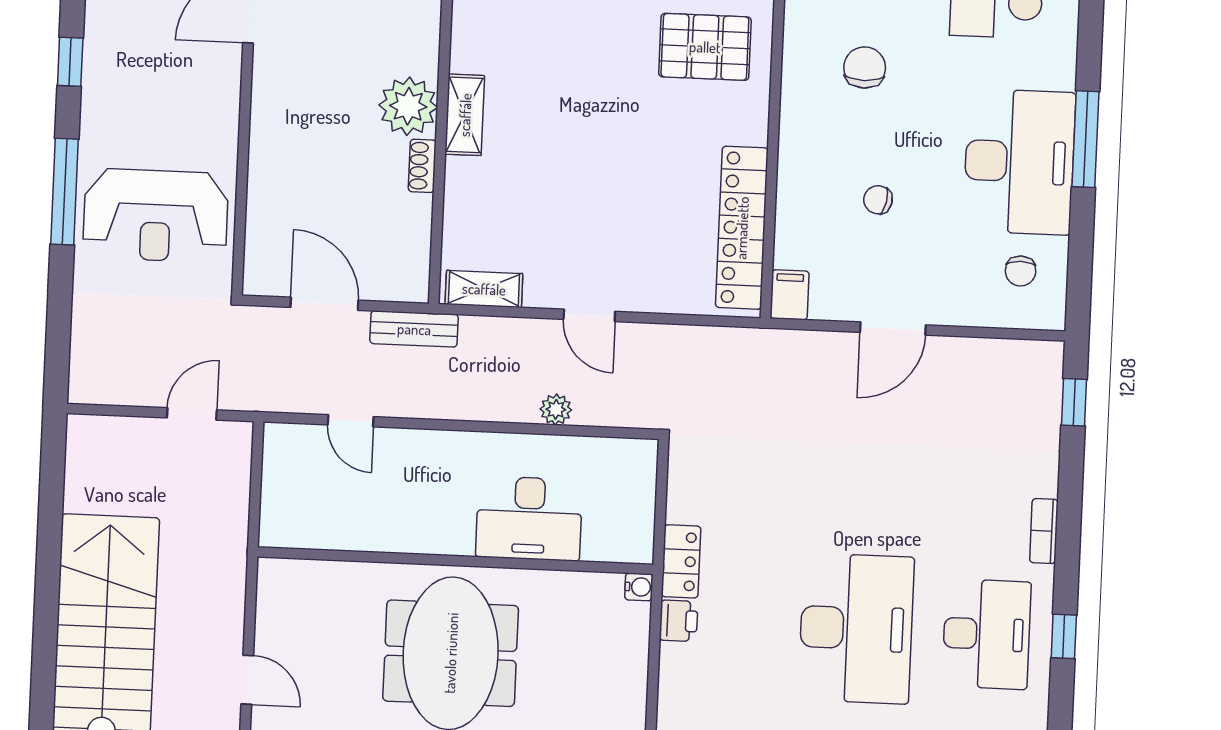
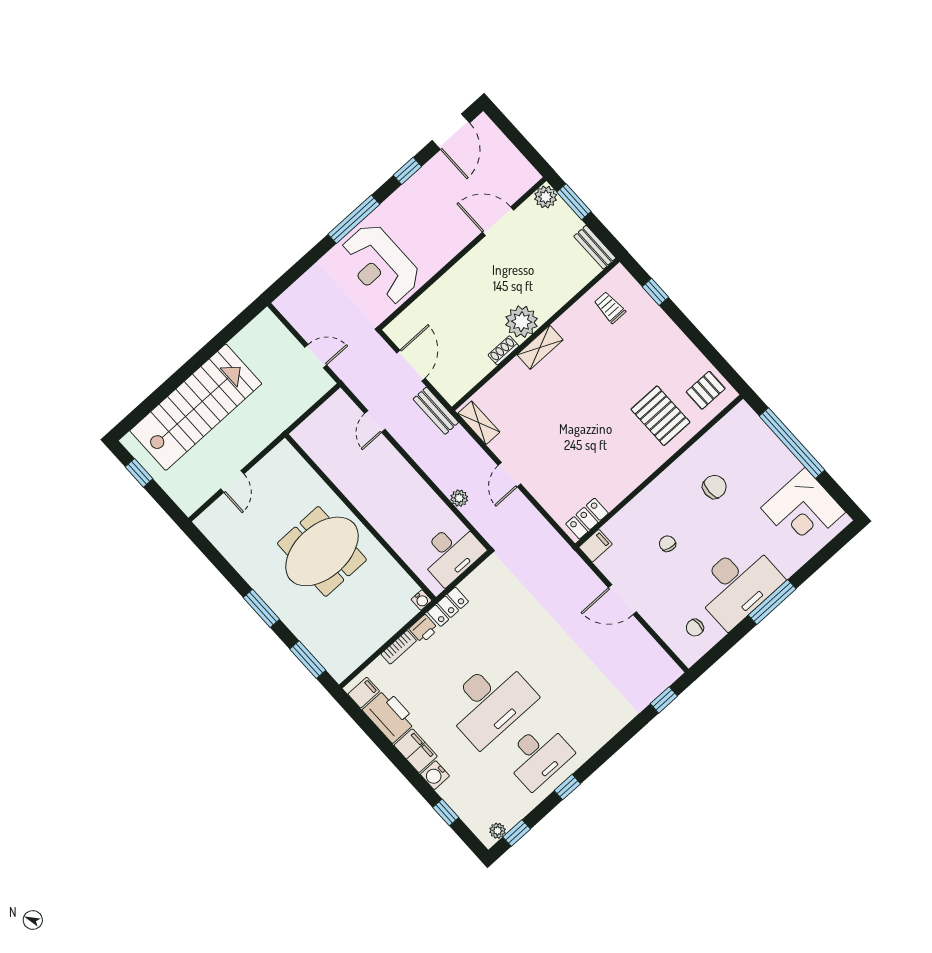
locker: (742, 228) -> (587, 519), width x0.46, depth x0.83
desk: (529, 518) -> (451, 553), moved, turned -90
bookcase: (1044, 531) -> (399, 647), moved, turned 180

